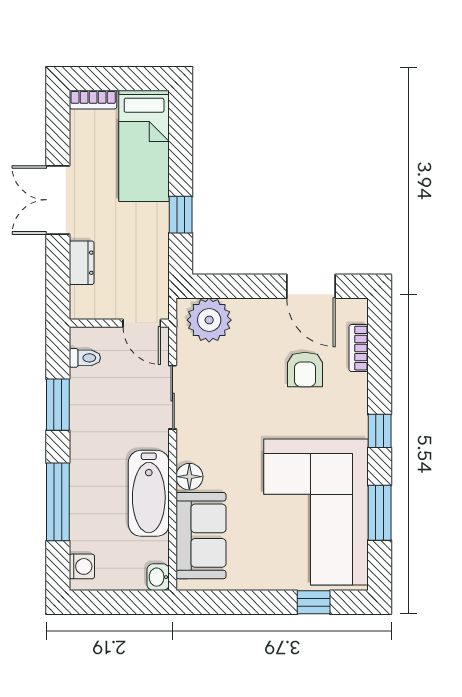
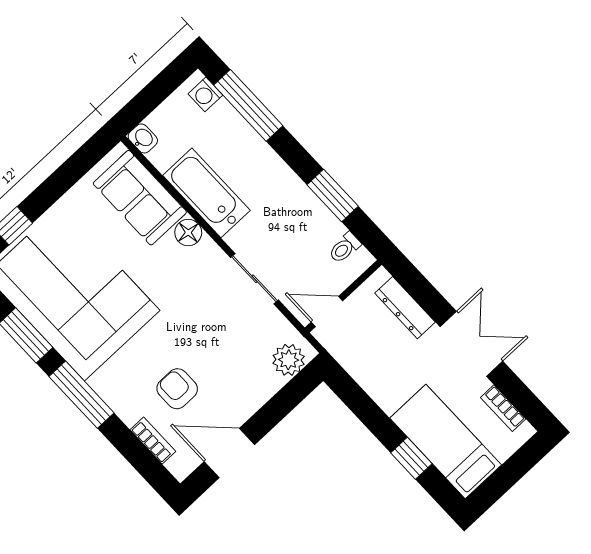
bookcase: (93, 100) -> (503, 408), moved, turned -90
window: (181, 215) -> (411, 458), moved
dresser: (82, 263) -> (405, 308), width x1.44
plant: (209, 320) -> (289, 360), width x0.73, depth x0.73
window: (380, 431) -> (81, 395), width x2.17
window: (58, 502) -> (248, 105), moved

